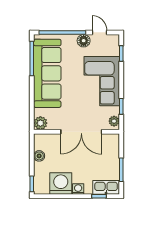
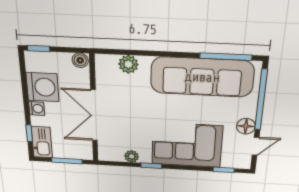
wall: (77, 132) -> (94, 110), moved
double door: (81, 132) -> (94, 115), moved

